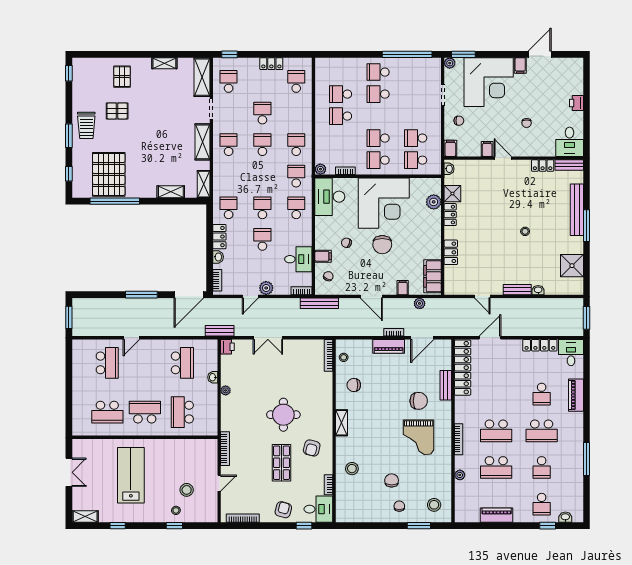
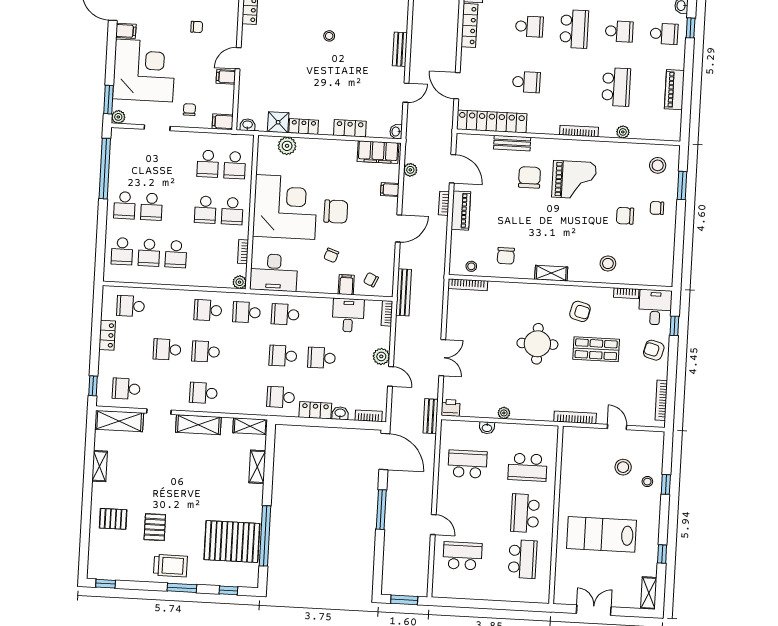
school desk: (341, 72) -> (122, 251), added
washbasin: (538, 290) -> (396, 132), moved
school desk: (496, 431) -> (526, 82), moved, width x0.54

